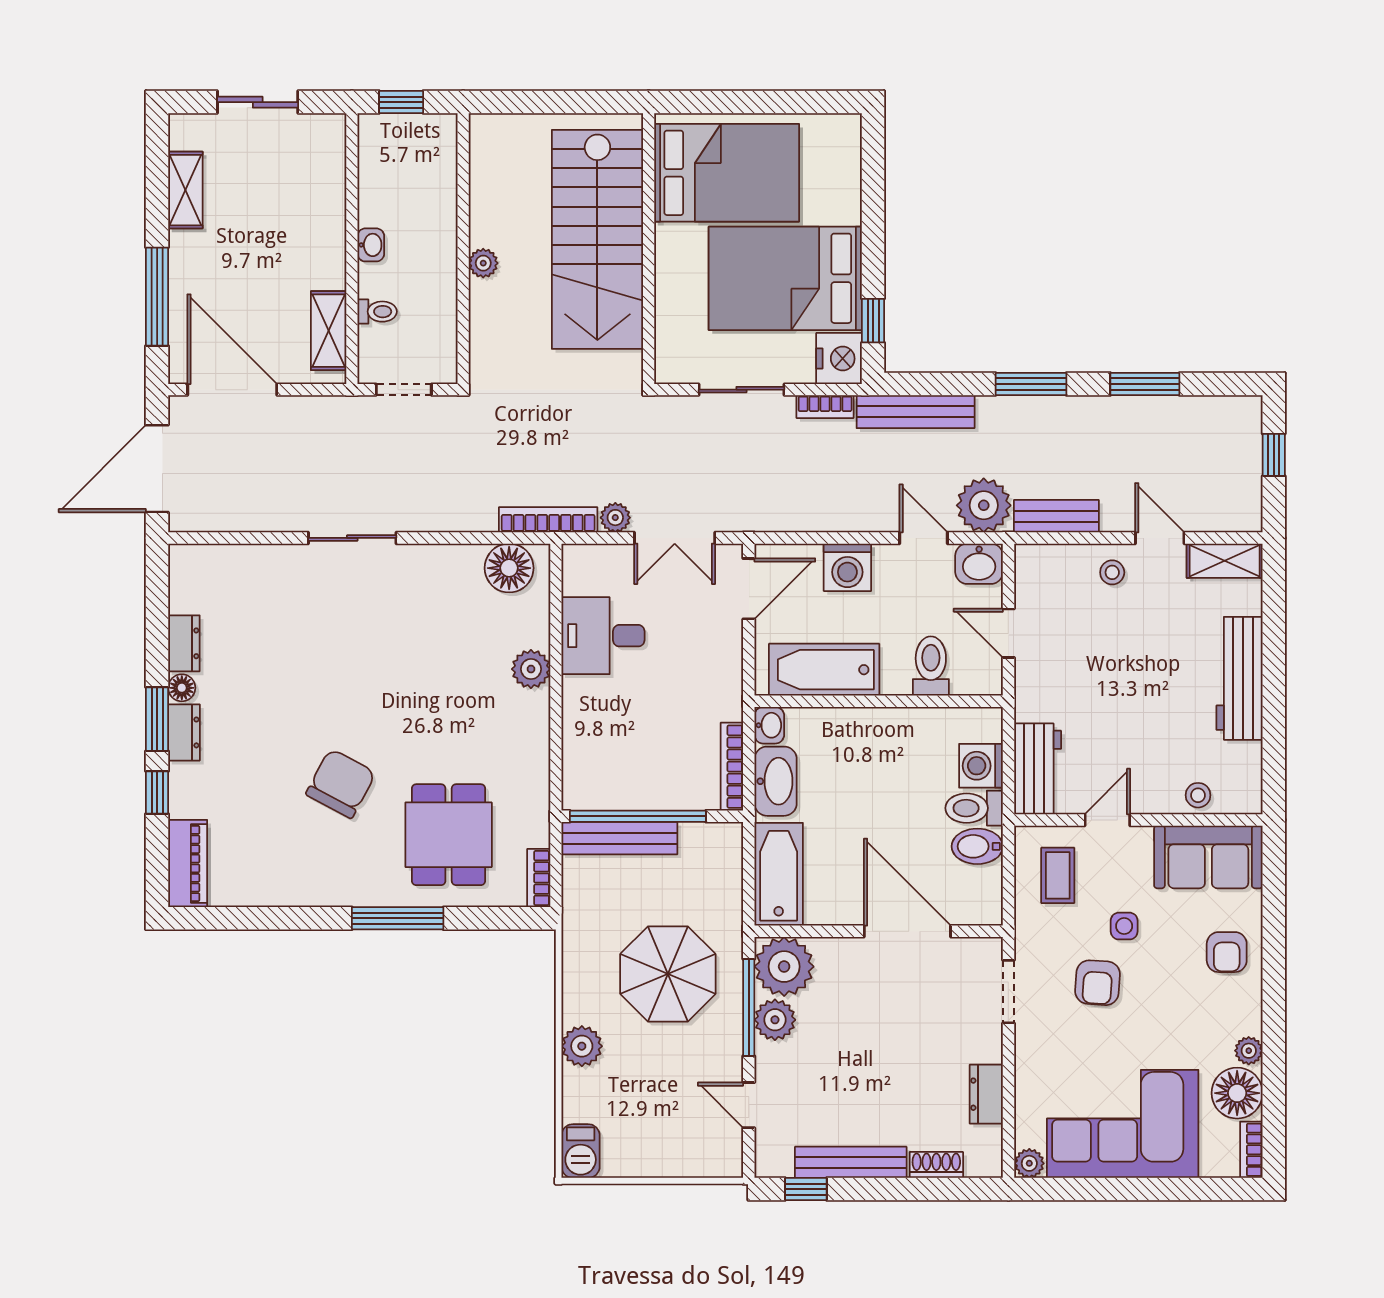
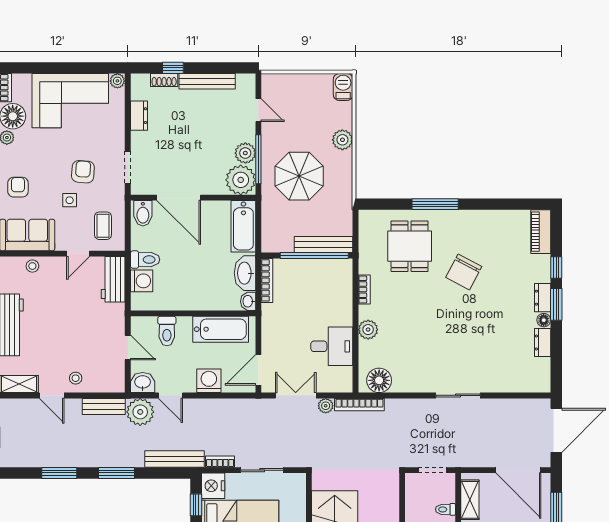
bidet: (977, 846) -> (143, 213), moved, turned 90
bookcase: (539, 878) -> (364, 290), moved
window: (806, 1189) -> (173, 68), moved

